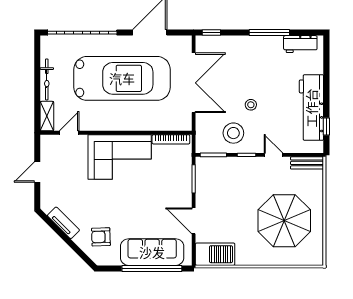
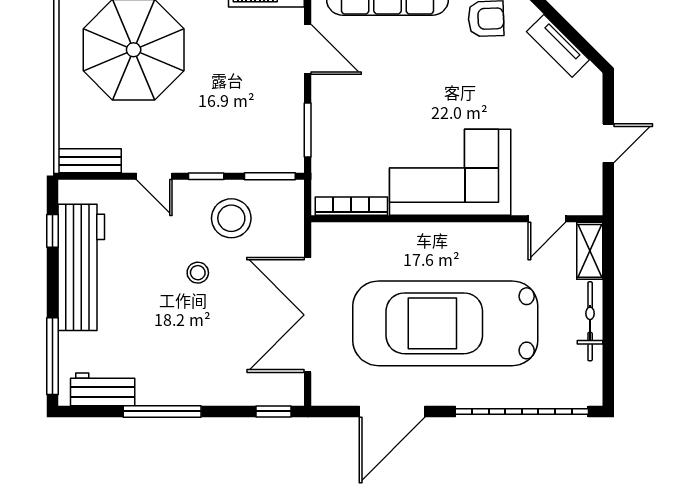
window: (326, 61) -> (52, 356), added

